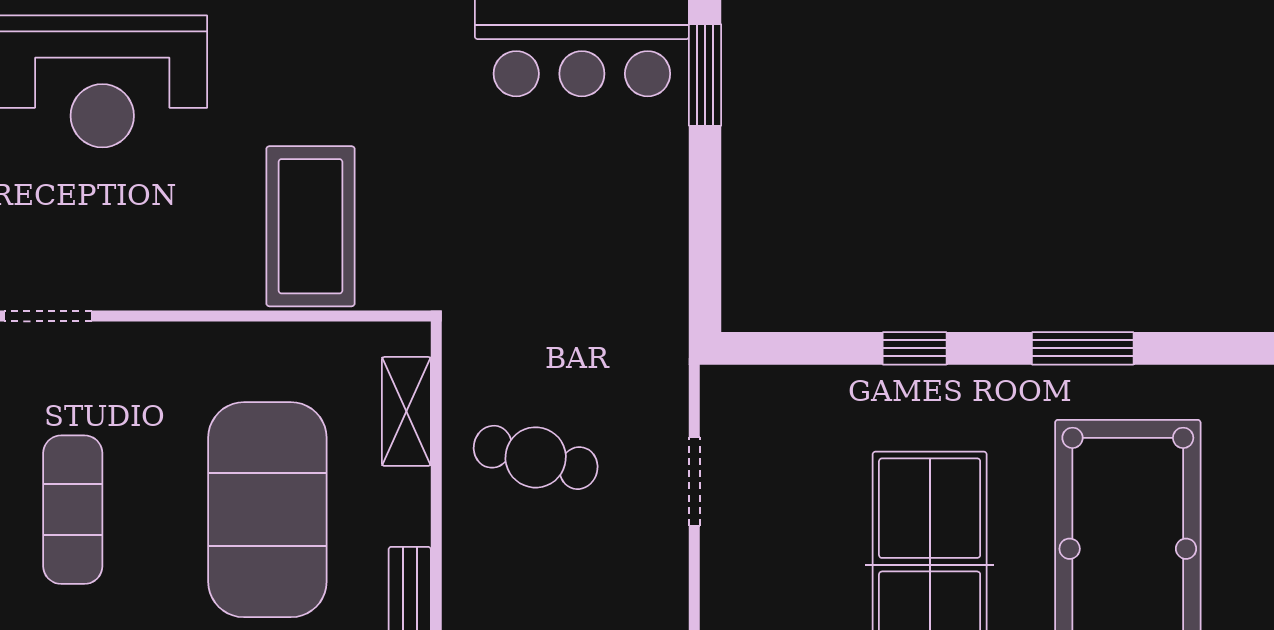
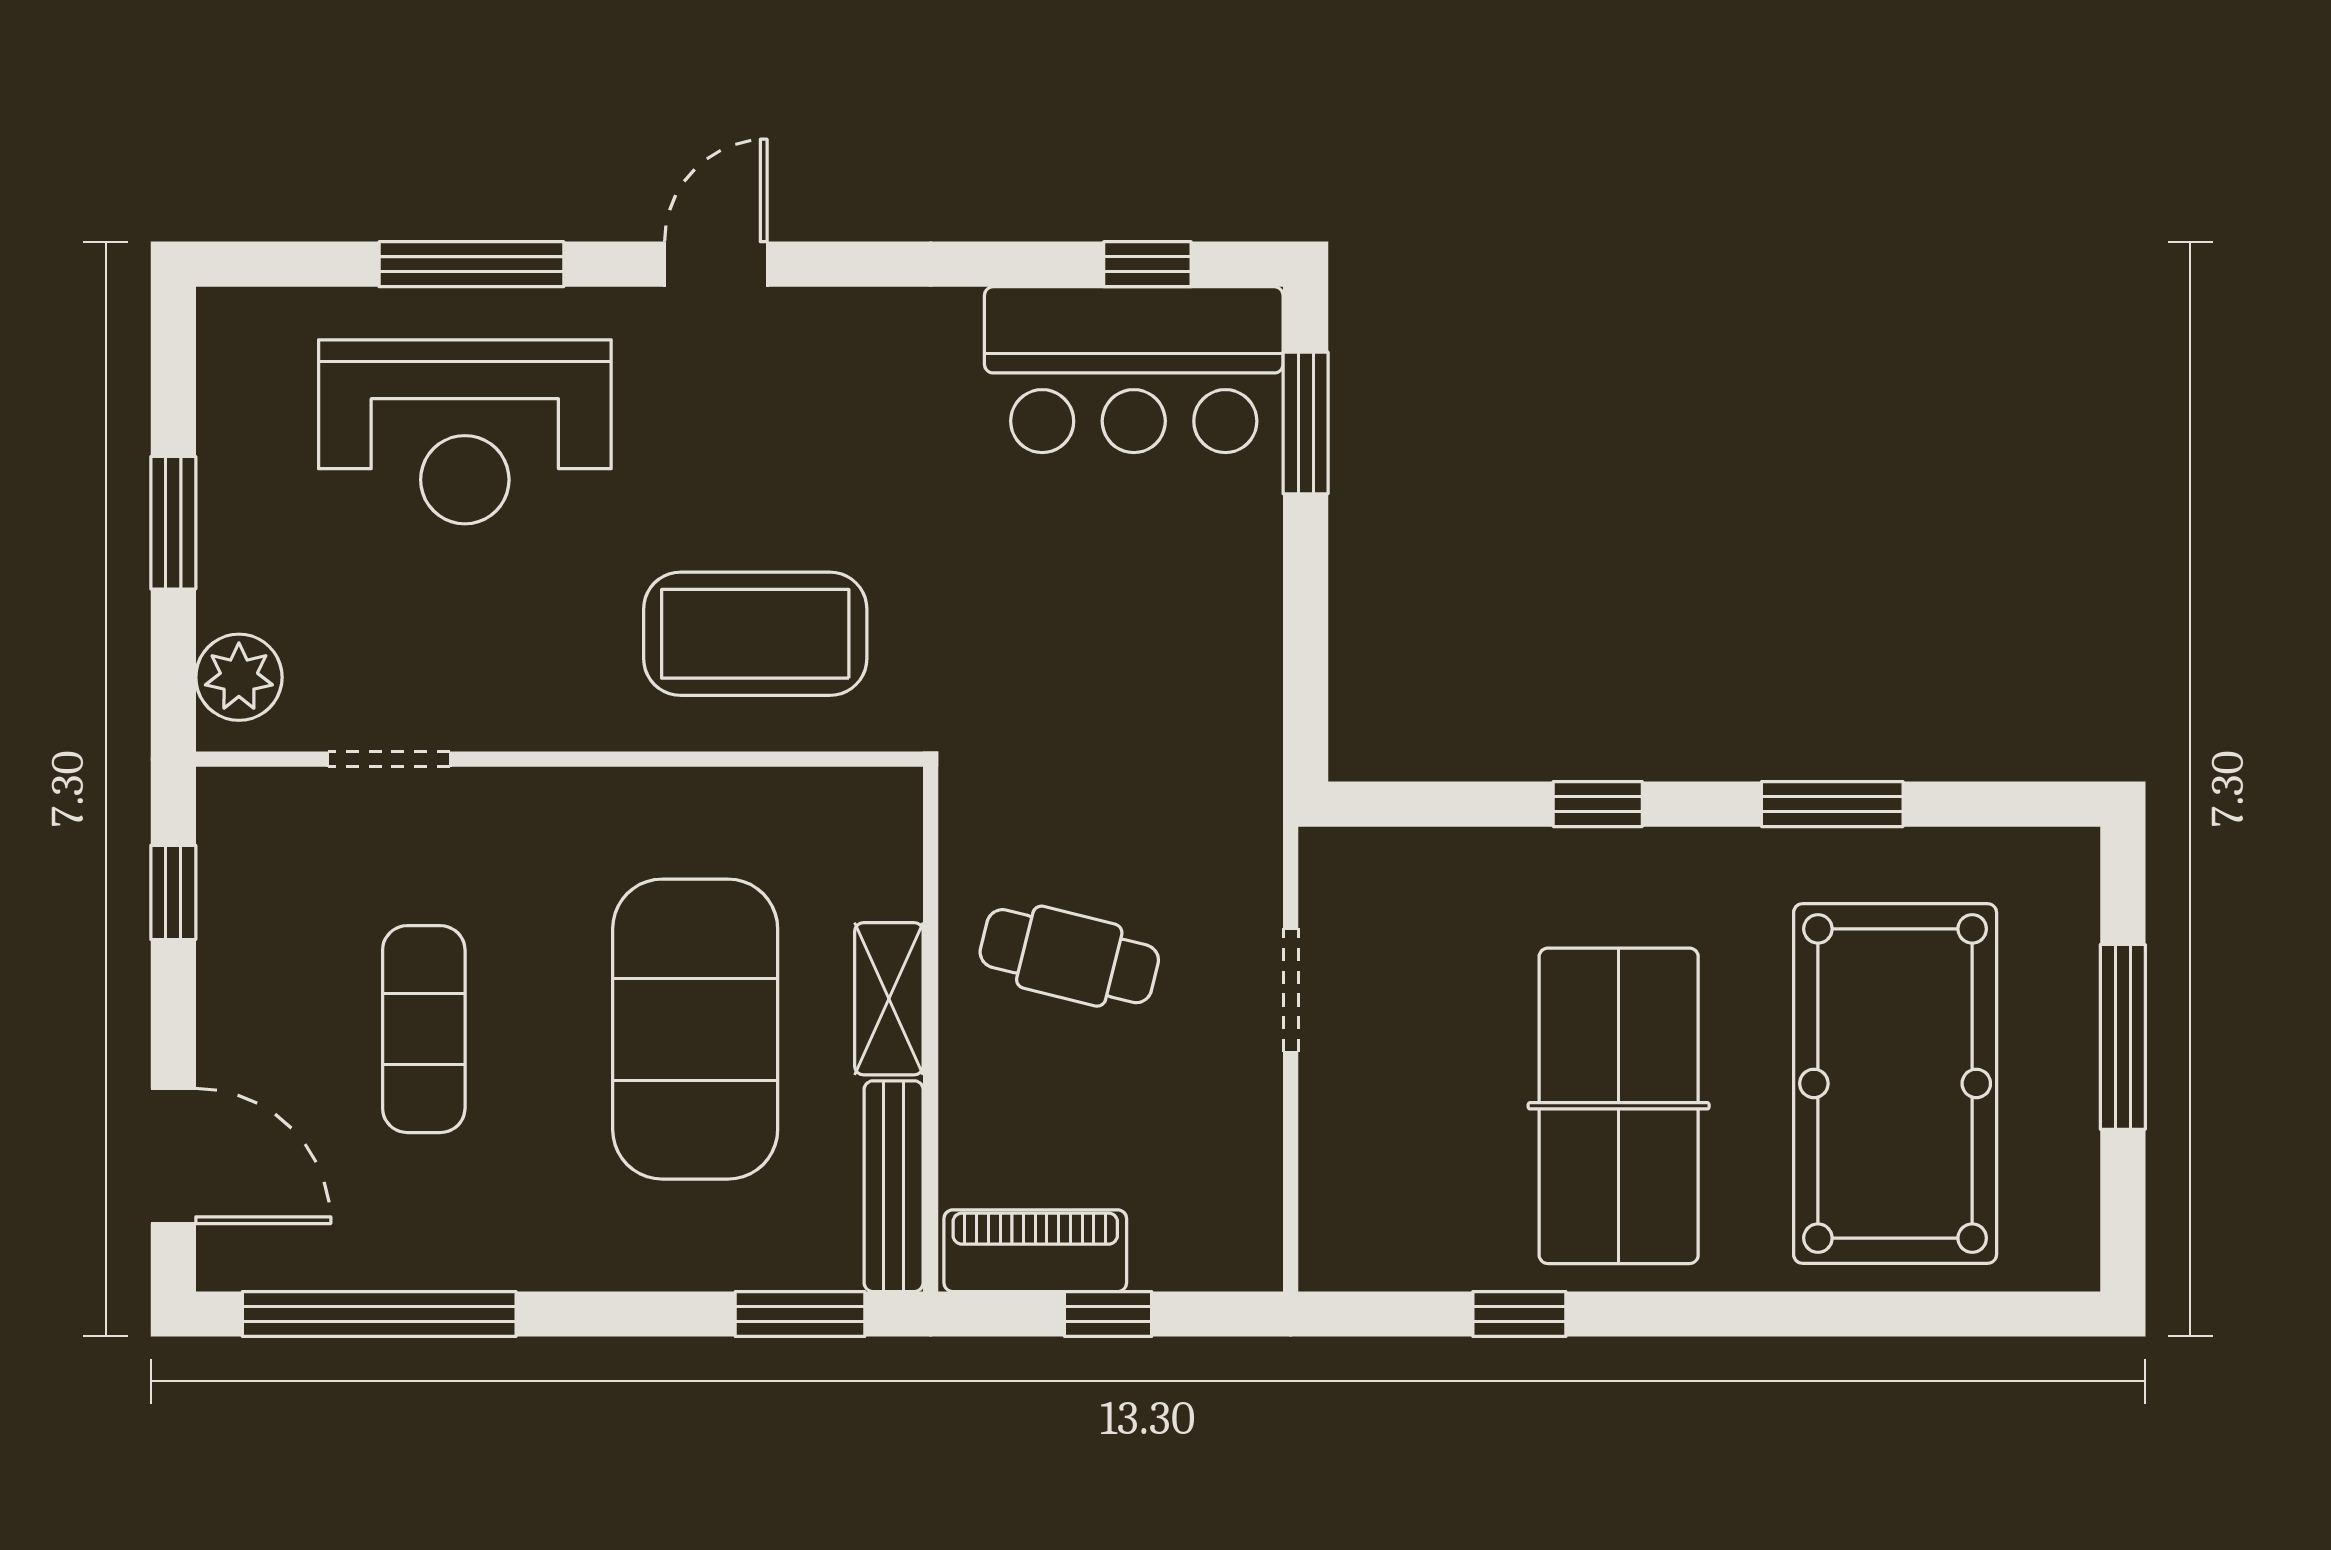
coffee table: (310, 226) -> (755, 634), turned 90
shelving: (406, 411) -> (889, 999), moved

